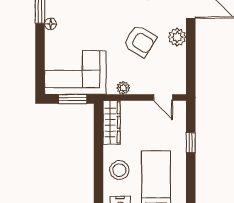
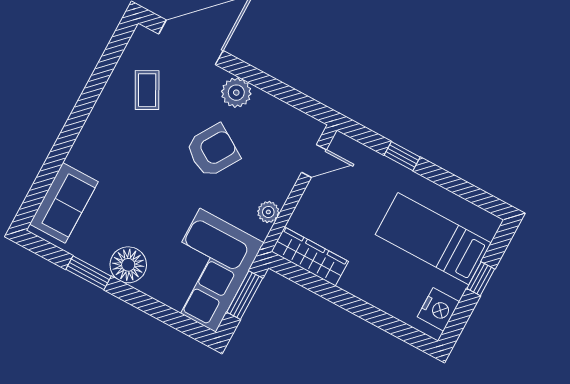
floor lamp: (50, 24) -> (128, 265), width x1.89, depth x1.89
stool: (119, 170) -> (386, 283), removed

